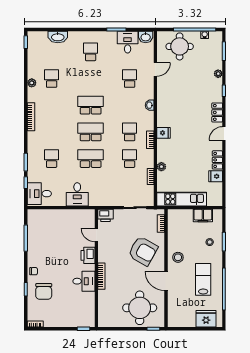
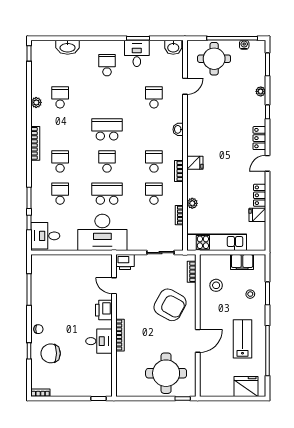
desk: (128, 42) -> (137, 53), moved
school desk: (52, 132) -> (60, 161), added
school desk: (91, 132) -> (107, 161), width x0.54
desk: (77, 194) -> (102, 232), width x1.87, depth x1.30
stool: (178, 257) -> (216, 285), moved
door: (166, 281) -> (198, 341), swing flipped
chair: (44, 291) -> (51, 353), turned 90

